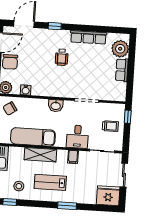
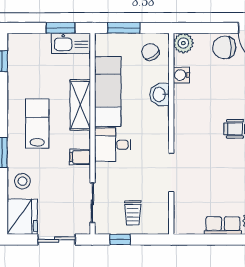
washbasin: (56, 106) -> (160, 94), moved
window: (128, 117) -> (120, 240), moved
desk: (77, 137) -> (113, 145), moved
stool: (19, 186) -> (22, 181), moved

